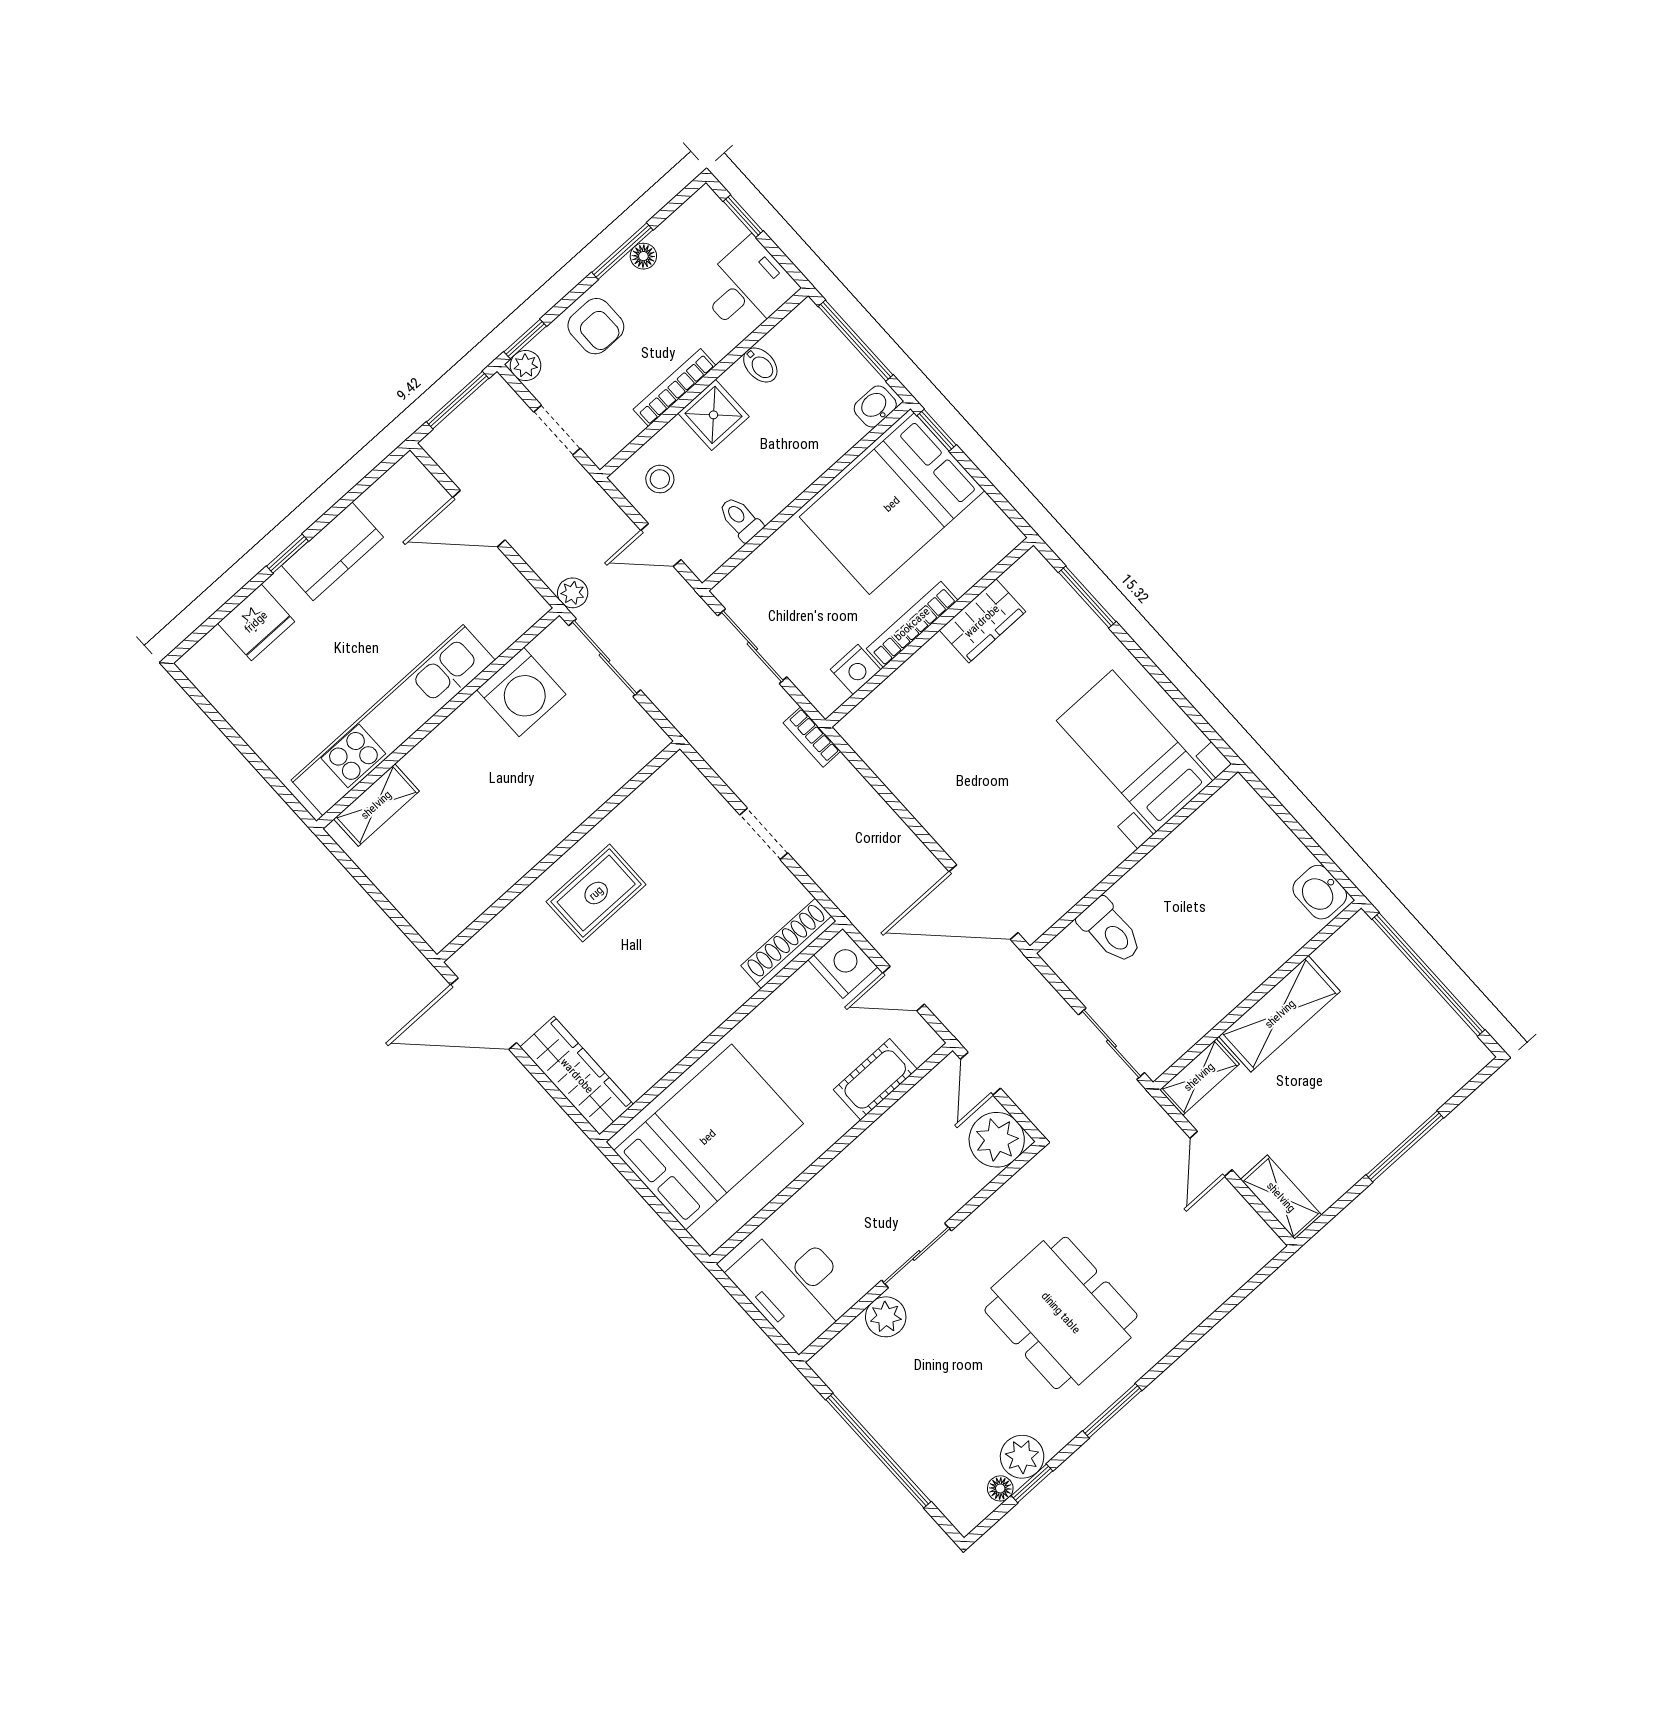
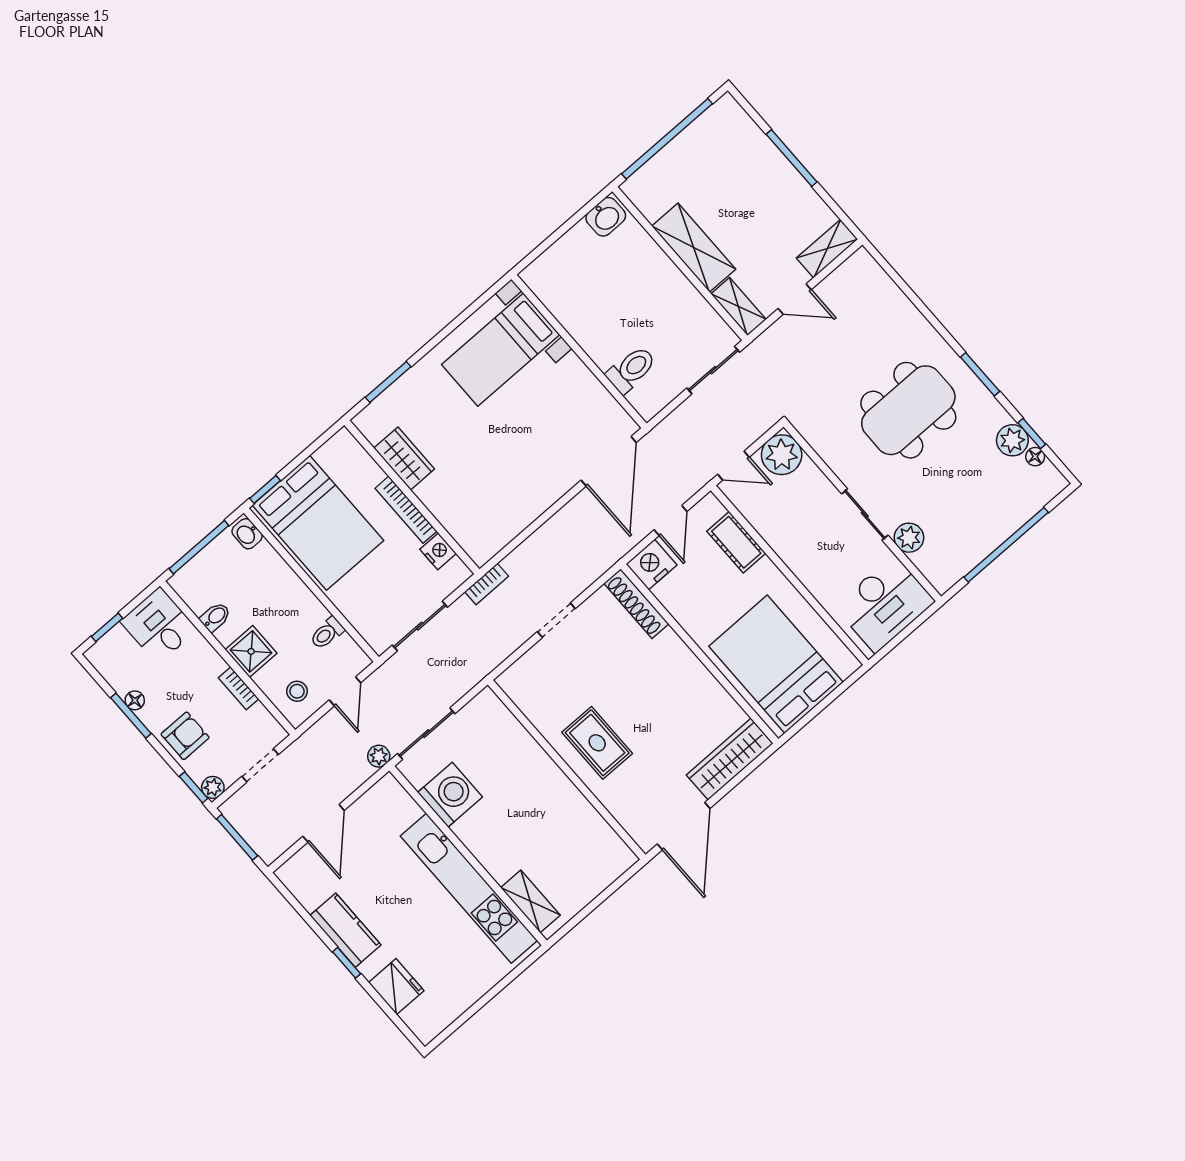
bookcase: (675, 388) -> (239, 688), width x0.64

